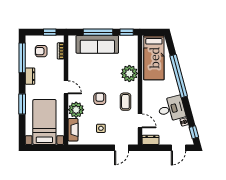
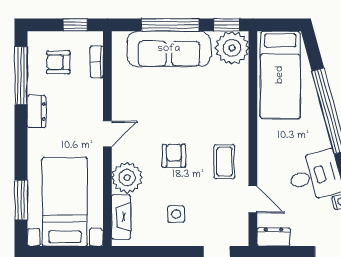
plant: (129, 73) -> (232, 48), moved
door: (66, 87) -> (107, 134), hinge flipped
window: (22, 104) -> (21, 200), moved

